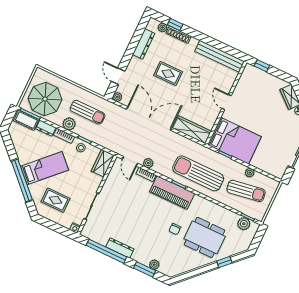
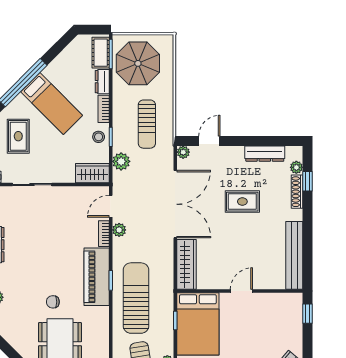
rug: (168, 74) -> (242, 202), turned 90
plant: (69, 124) -> (121, 161), moved

